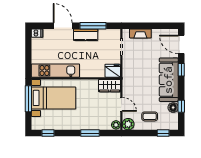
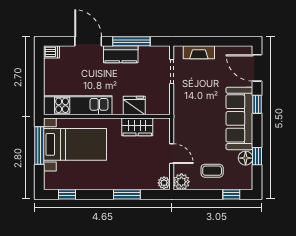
fridge: (113, 71) -> (134, 106), moved
wardrobe: (109, 86) -> (137, 127), moved

